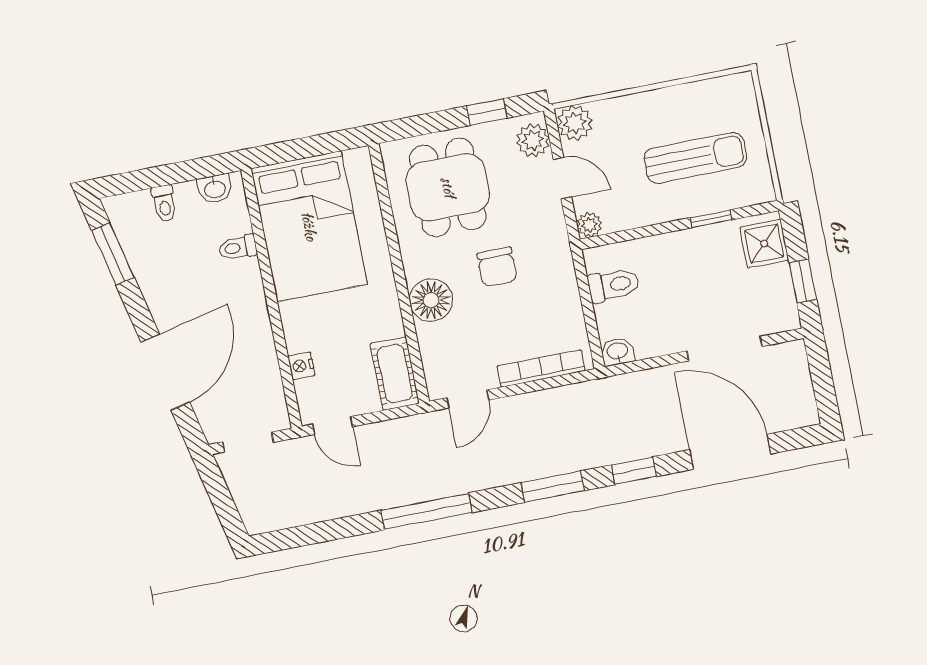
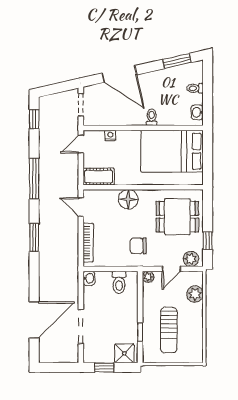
plant: (575, 123) -> (195, 294), moved
toilet: (238, 248) -> (152, 117), moved
chair: (497, 267) -> (138, 246), moved
window: (634, 471) -> (34, 119), moved

